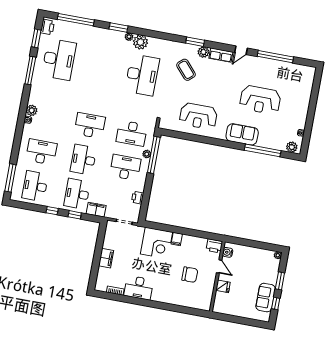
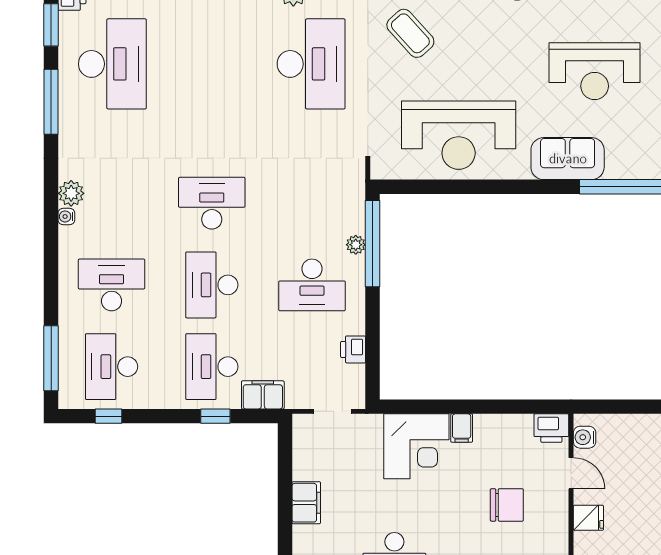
reception desk: (198, 116) -> (459, 135), width x1.36, depth x1.30
desk: (132, 133) -> (312, 203), removed
desk: (125, 167) -> (312, 285), turned 180
window: (52, 211) -> (108, 416), moved

